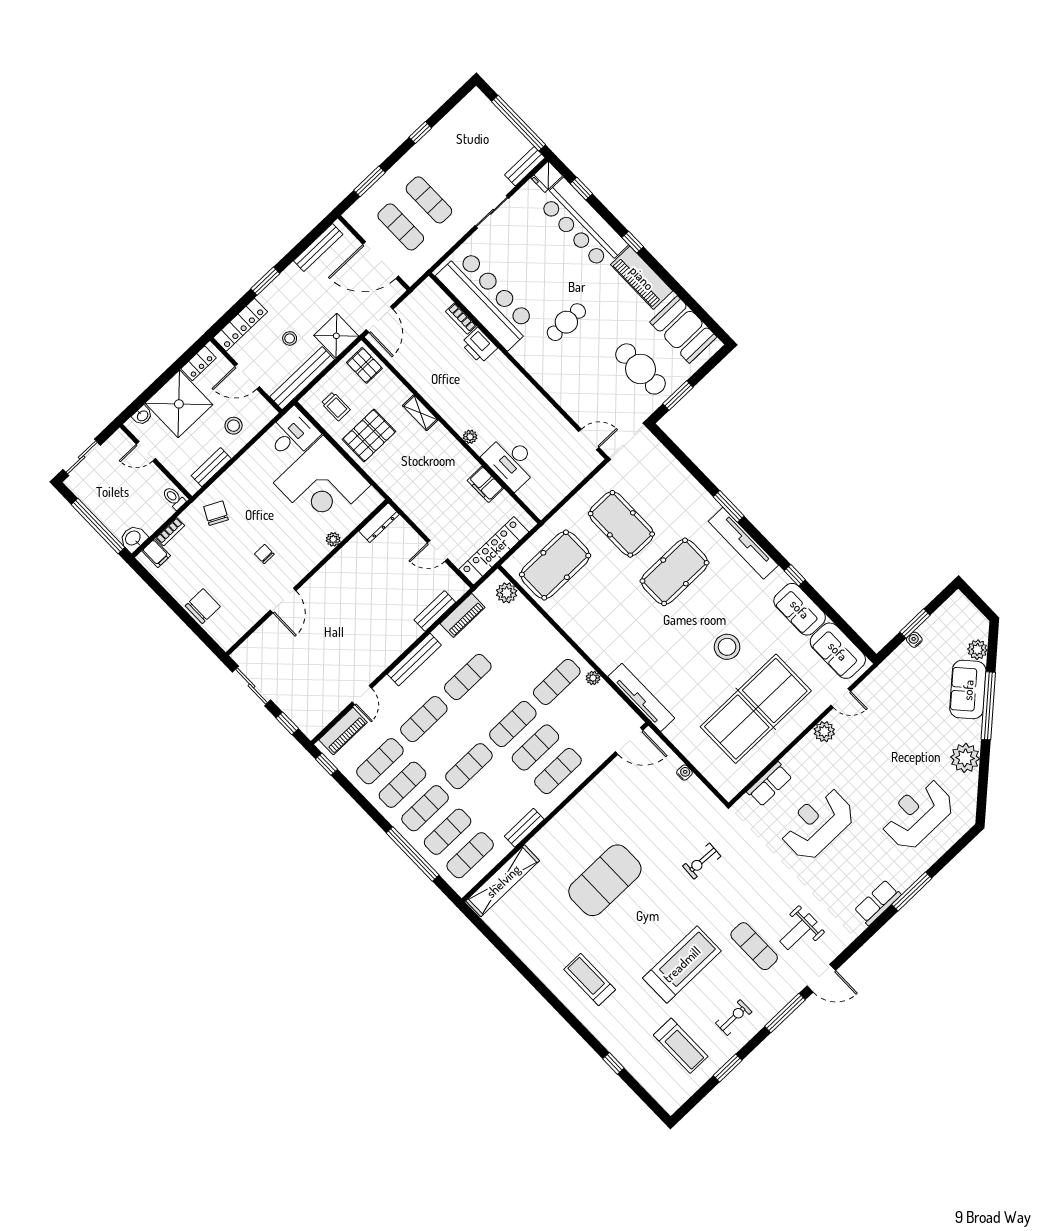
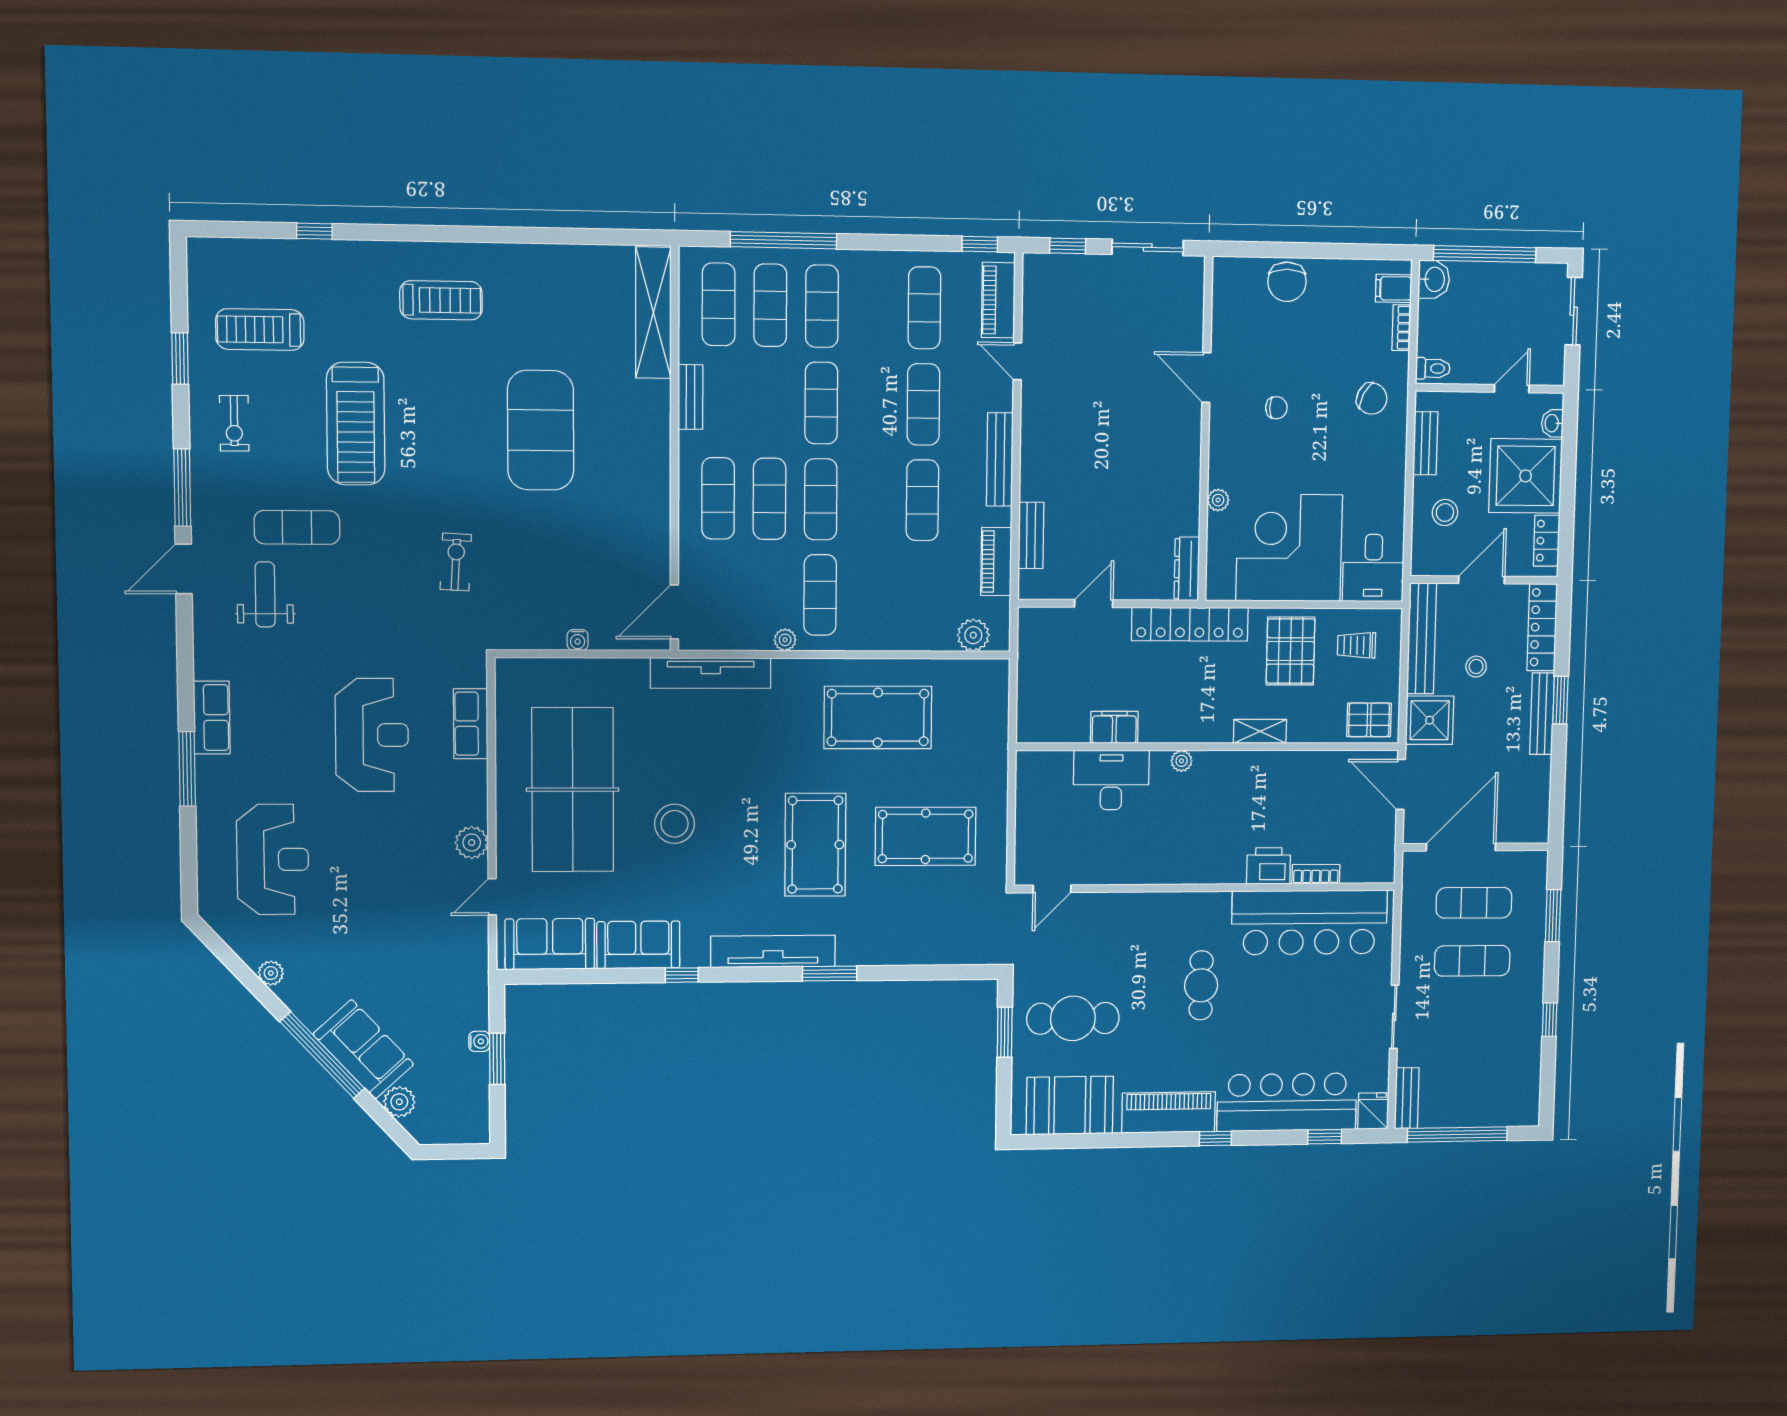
bench: (318, 248) -> (1542, 714), moved
locker: (494, 551) -> (1190, 624), moved, turned 90
pool table: (555, 565) -> (878, 717), moved, turned 90
plant: (965, 758) -> (271, 973), width x0.53, depth x0.53
exercise mat: (402, 785) -> (873, 307), removed

